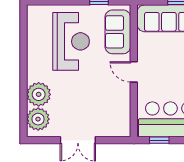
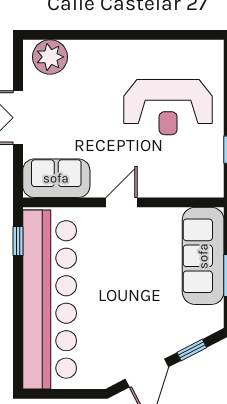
sofa: (118, 32) -> (56, 178), moved
plant: (39, 94) -> (88, 58), removed

